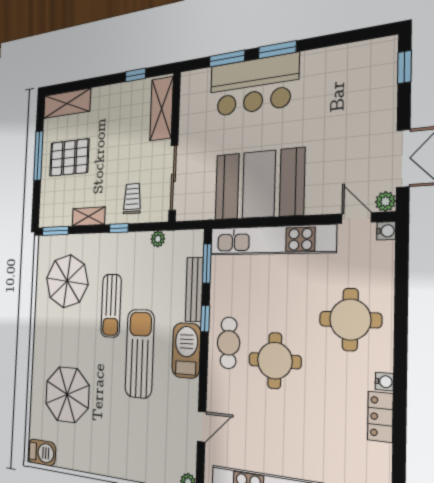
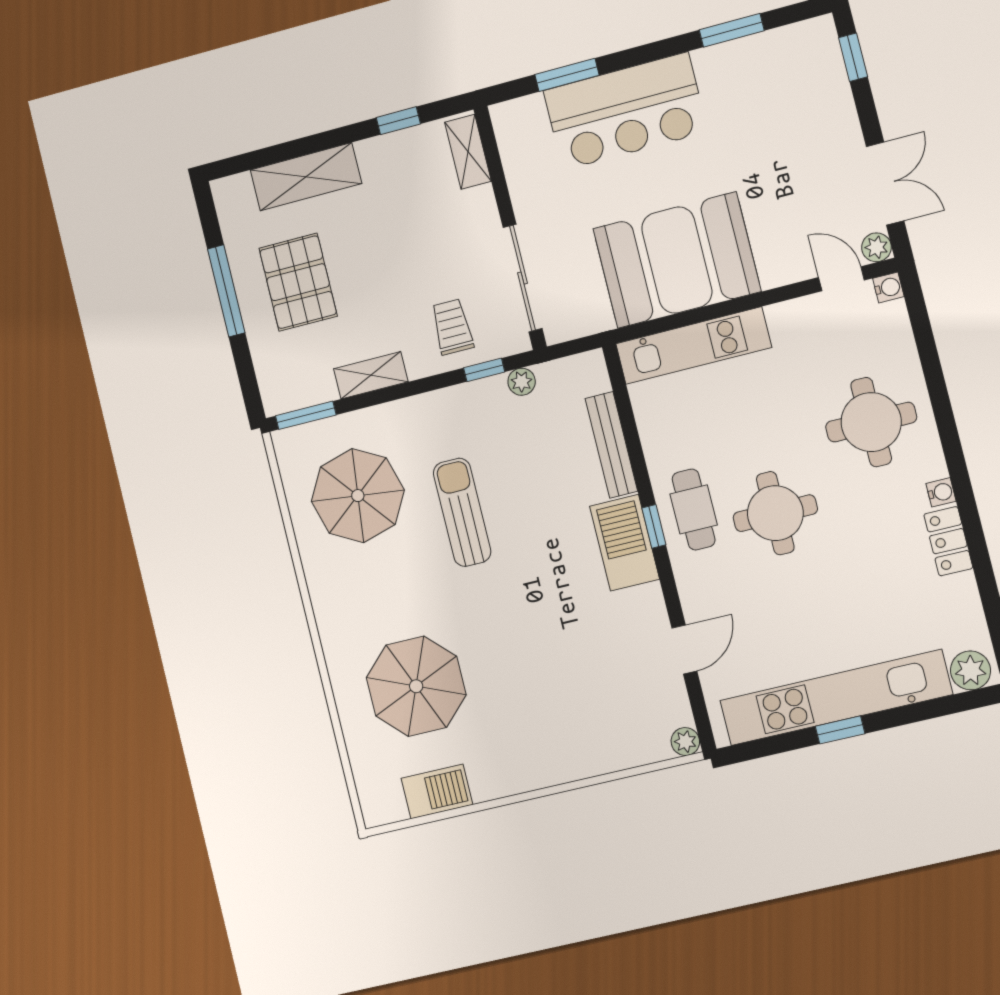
window: (277, 50) -> (732, 30), moved
shelving: (67, 103) -> (306, 177), moved
shelving: (162, 109) -> (468, 152), width x0.67, depth x0.75
pallet: (69, 158) -> (298, 282), turned 90
window: (119, 228) -> (484, 370), moved
kitchen unit: (271, 240) -> (694, 346), width x0.73
window: (207, 263) -> (622, 399), removed
sun lounger: (111, 306) -> (462, 512), turned 180
window: (205, 319) -> (654, 526), moved
sun lounger: (140, 354) -> (540, 573), removed
barbecue: (41, 452) -> (437, 791), moved

